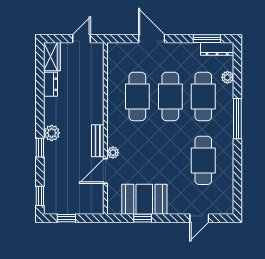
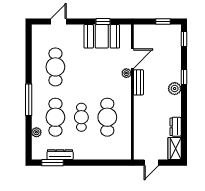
door: (152, 39) -> (96, 163), removed
dresser: (217, 49) -> (60, 155), moved
cafe table: (170, 96) -> (81, 117), width x0.73, depth x0.74

